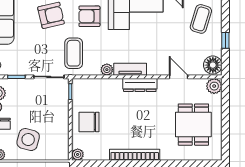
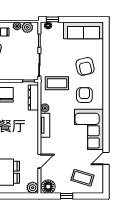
dresser: (140, 85) -> (33, 97), moved

